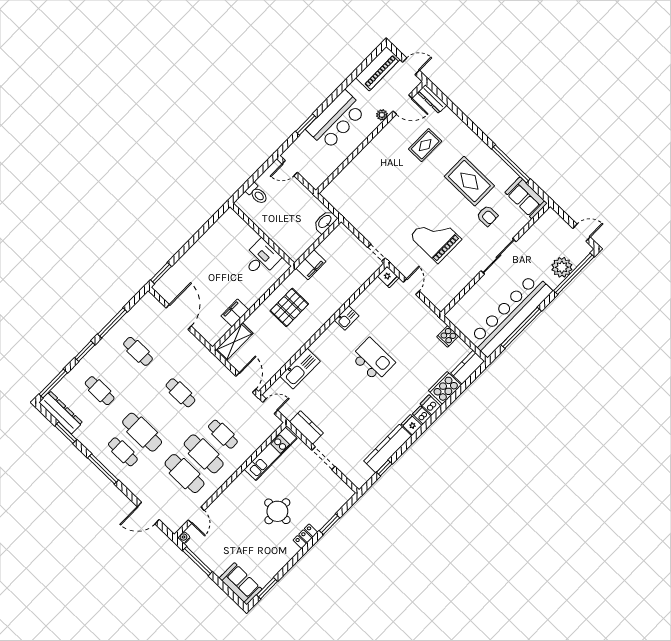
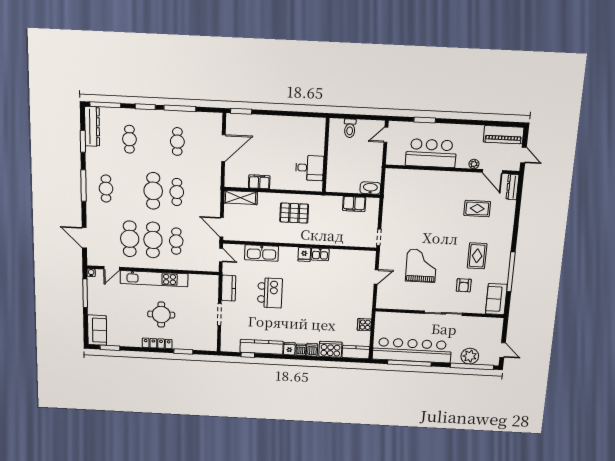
bar counter: (336, 120) -> (431, 153), moved, turned 180
door: (290, 168) -> (386, 135), hinge flipped
rug: (469, 181) -> (477, 256), width x0.73, depth x0.70
filing cabinet: (311, 265) -> (354, 204), moved
fridge: (388, 277) -> (304, 254), moved
kitchen island: (373, 360) -> (270, 293), moved
door: (246, 383) -> (222, 227), swing flipped
cafe table: (142, 432) -> (153, 191), moved
kitchen unit: (271, 454) -> (154, 279), moved, width x1.36
locker: (305, 536) -> (157, 343), width x1.53

